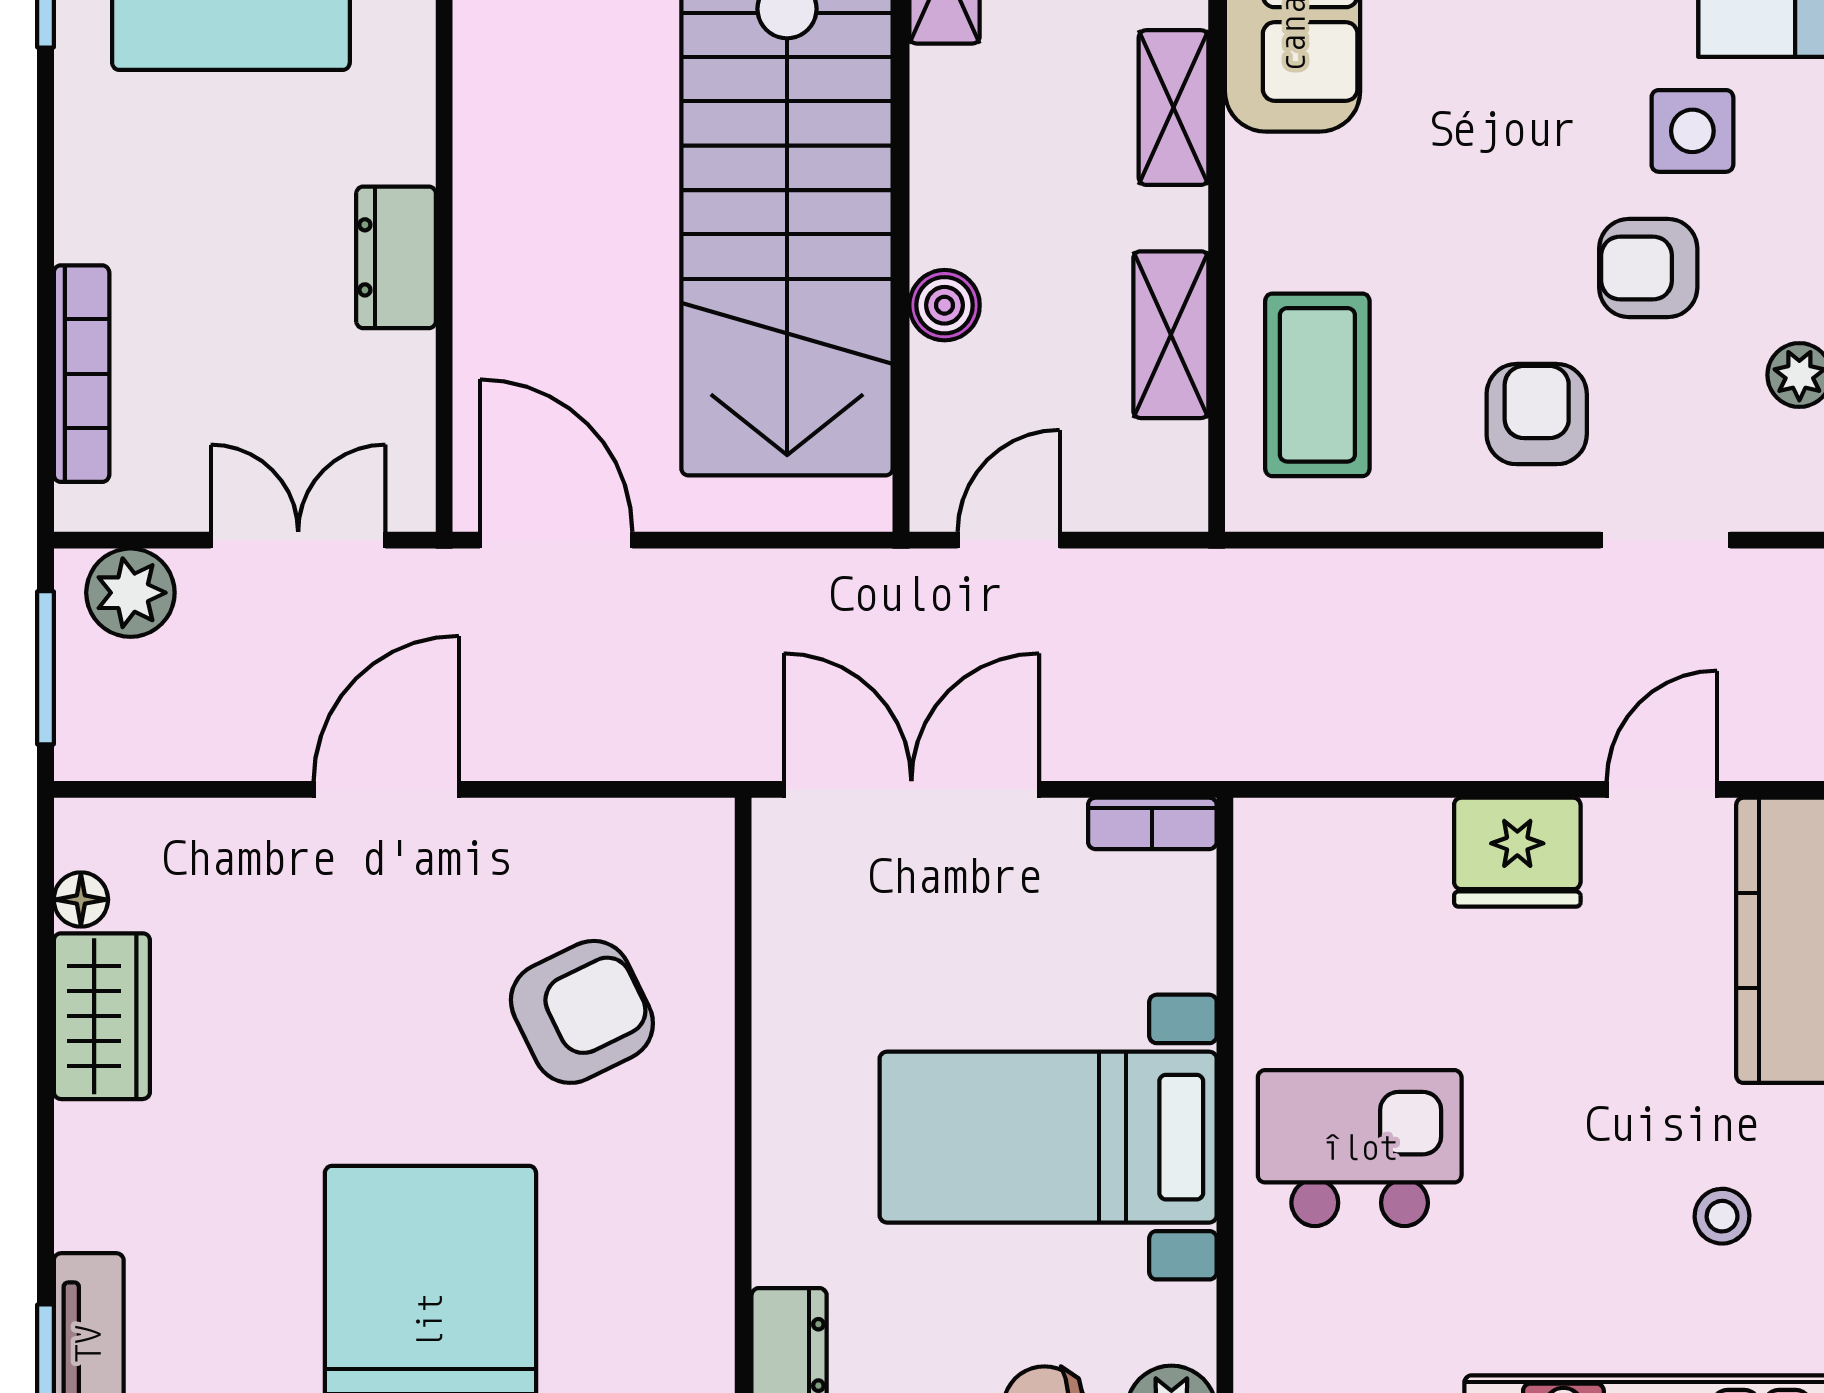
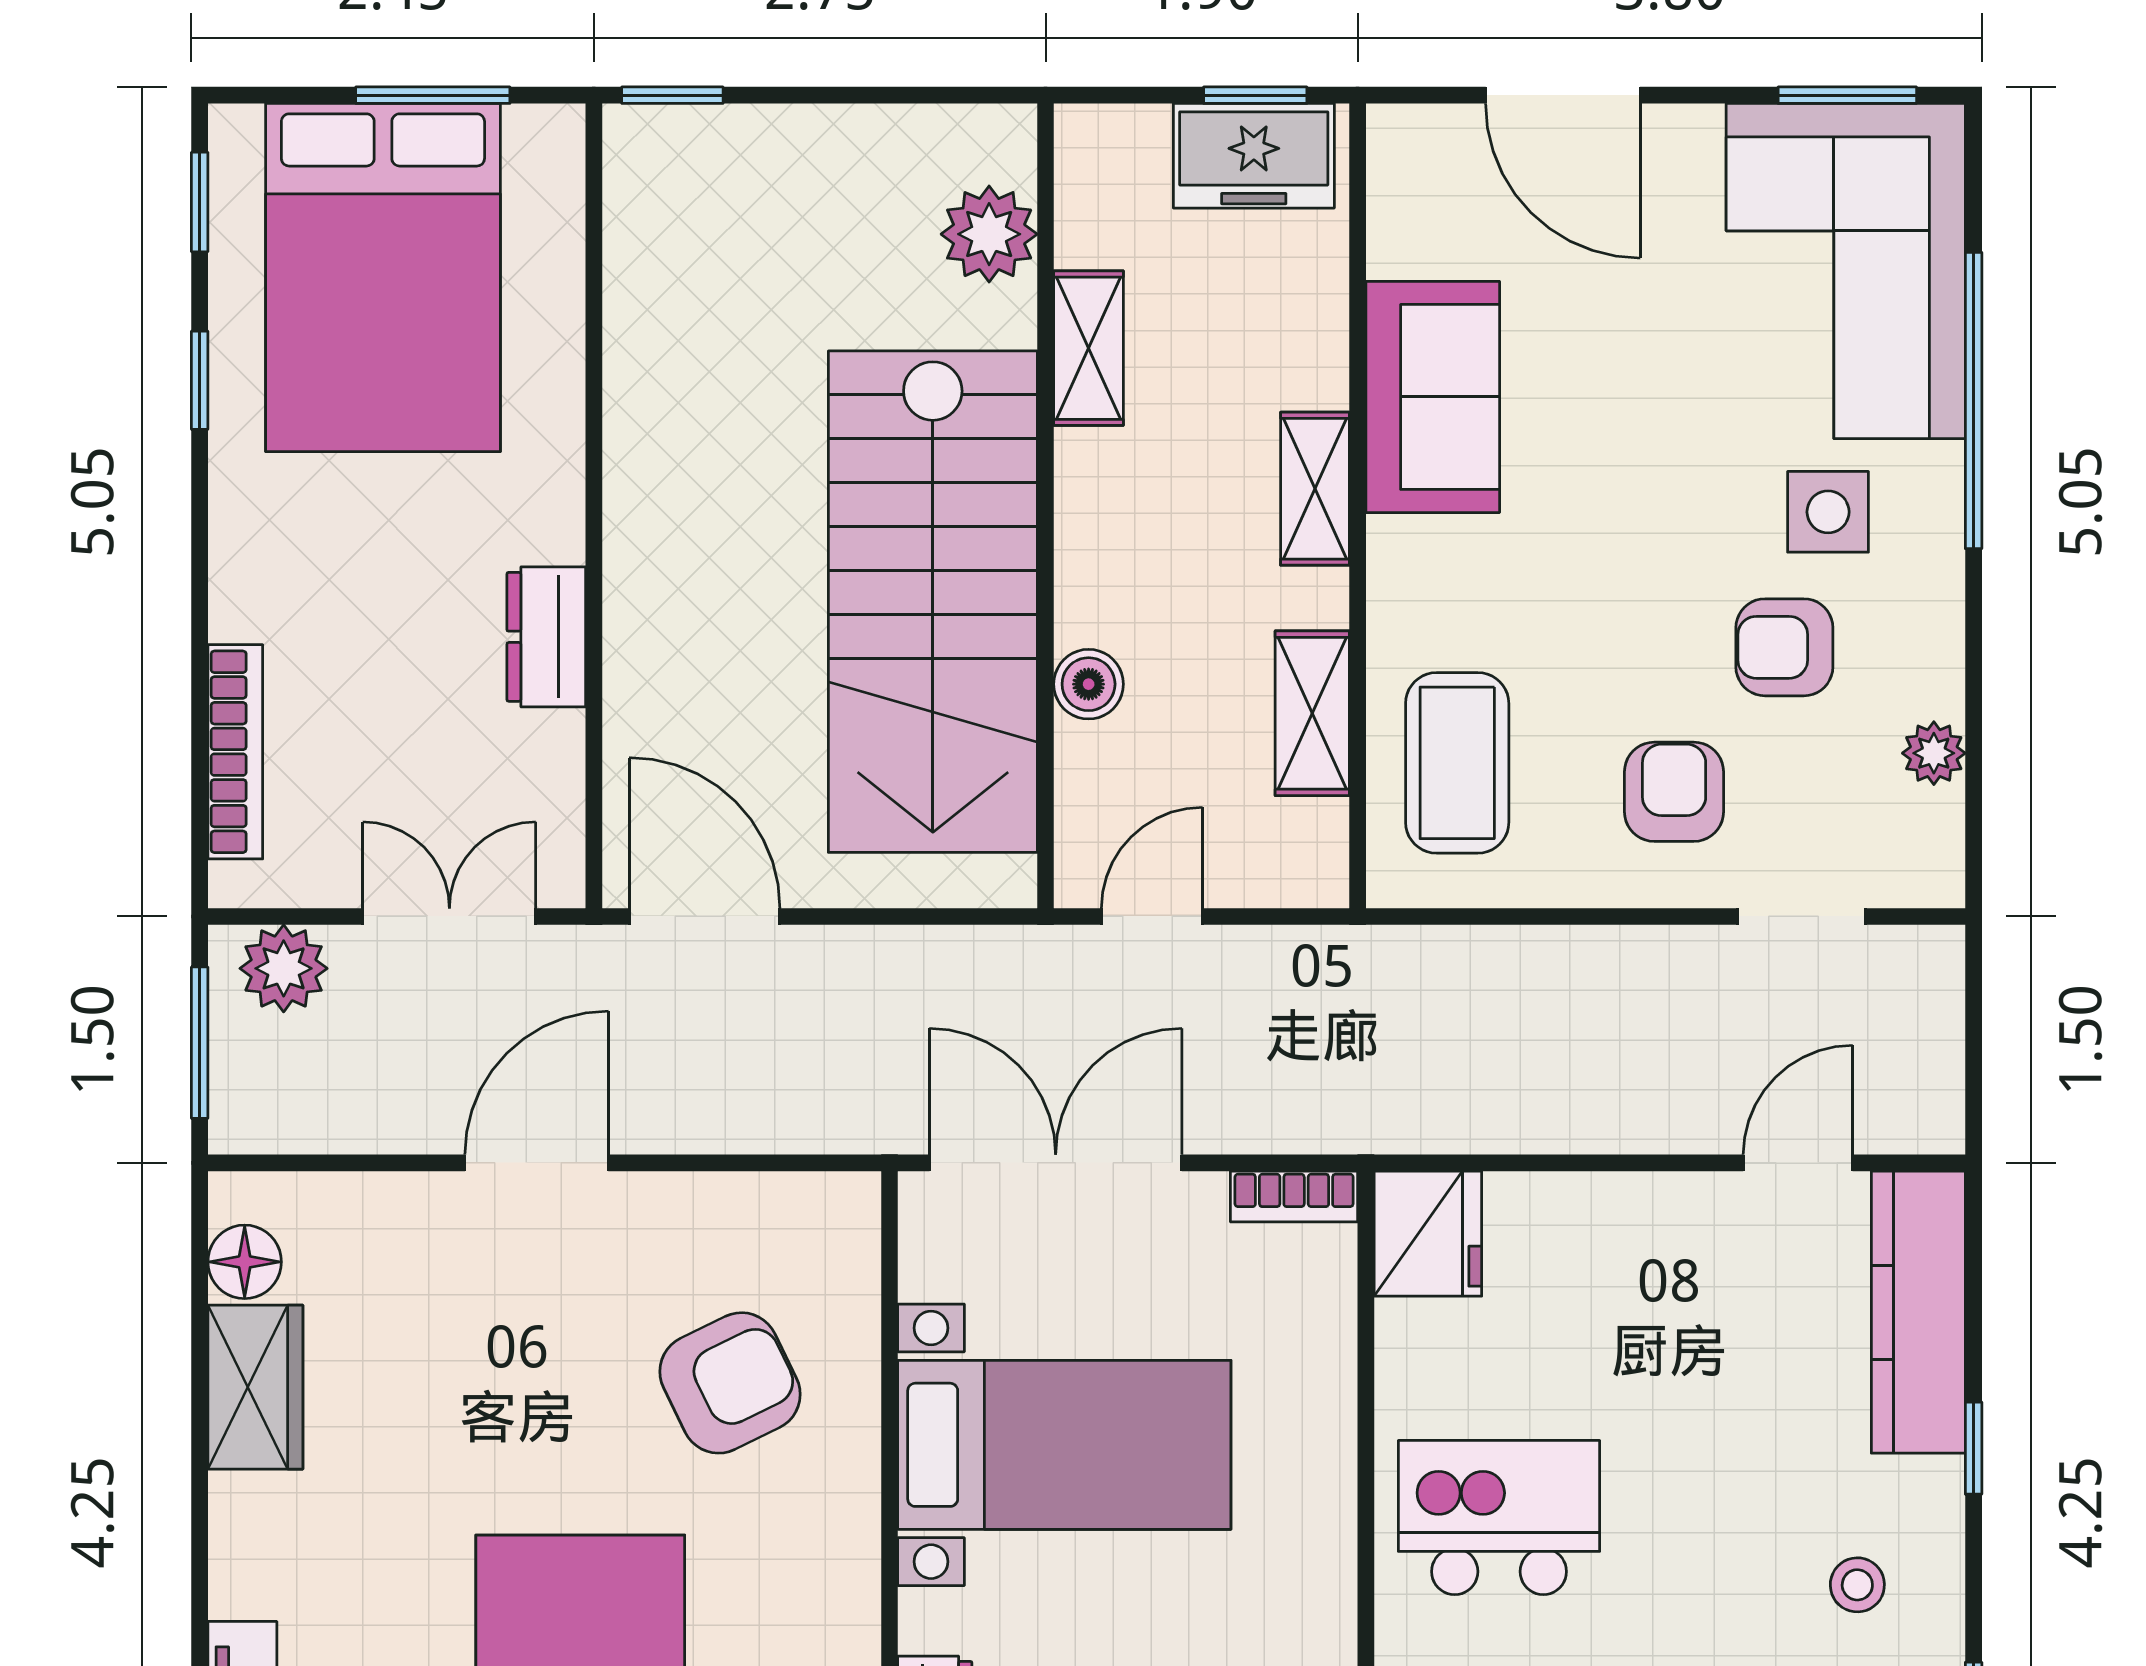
fridge: (1517, 852) -> (1428, 1234), moved, turned -90
floor lamp: (81, 900) -> (245, 1262), width x1.37, depth x1.37
bed with nightstands: (1048, 1137) -> (1064, 1445), moved, turned 180

